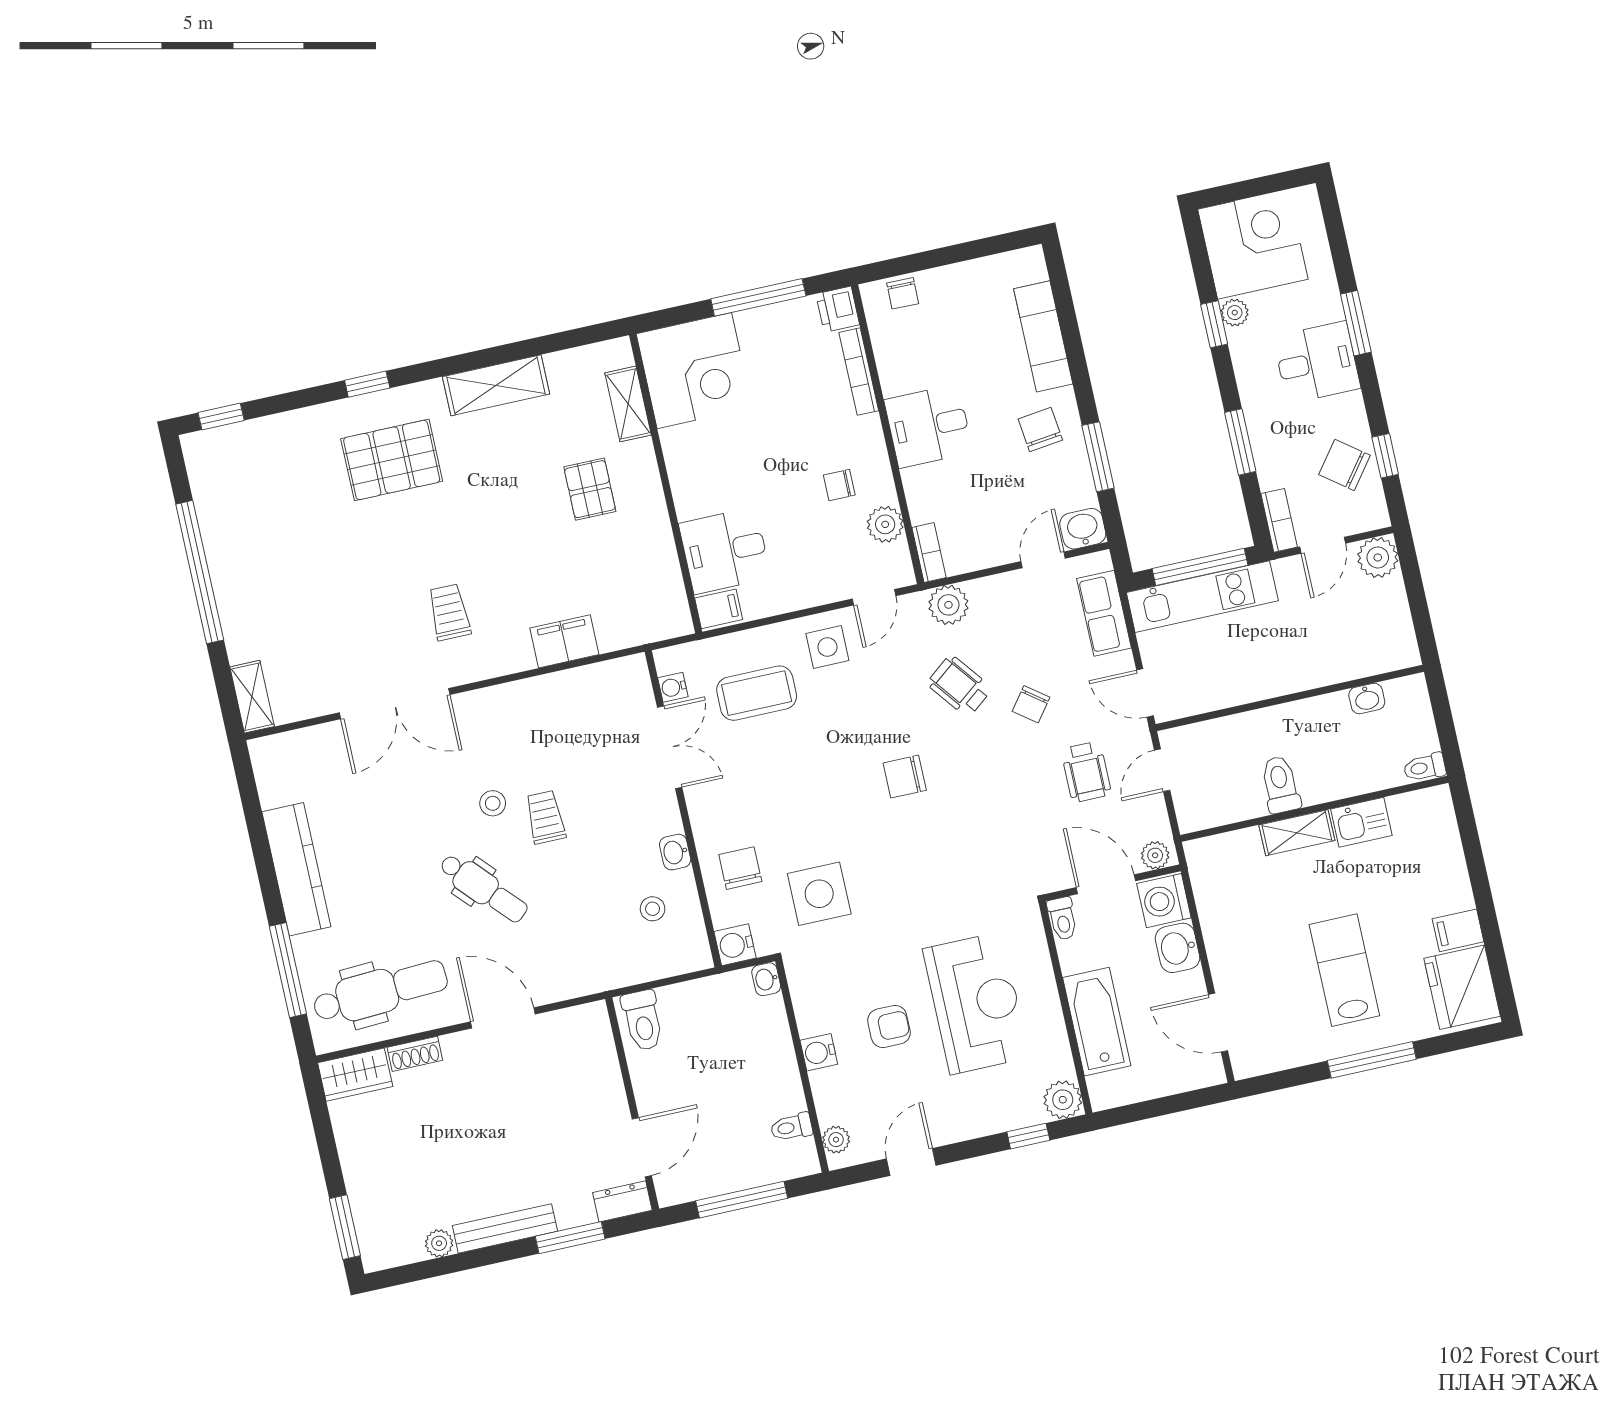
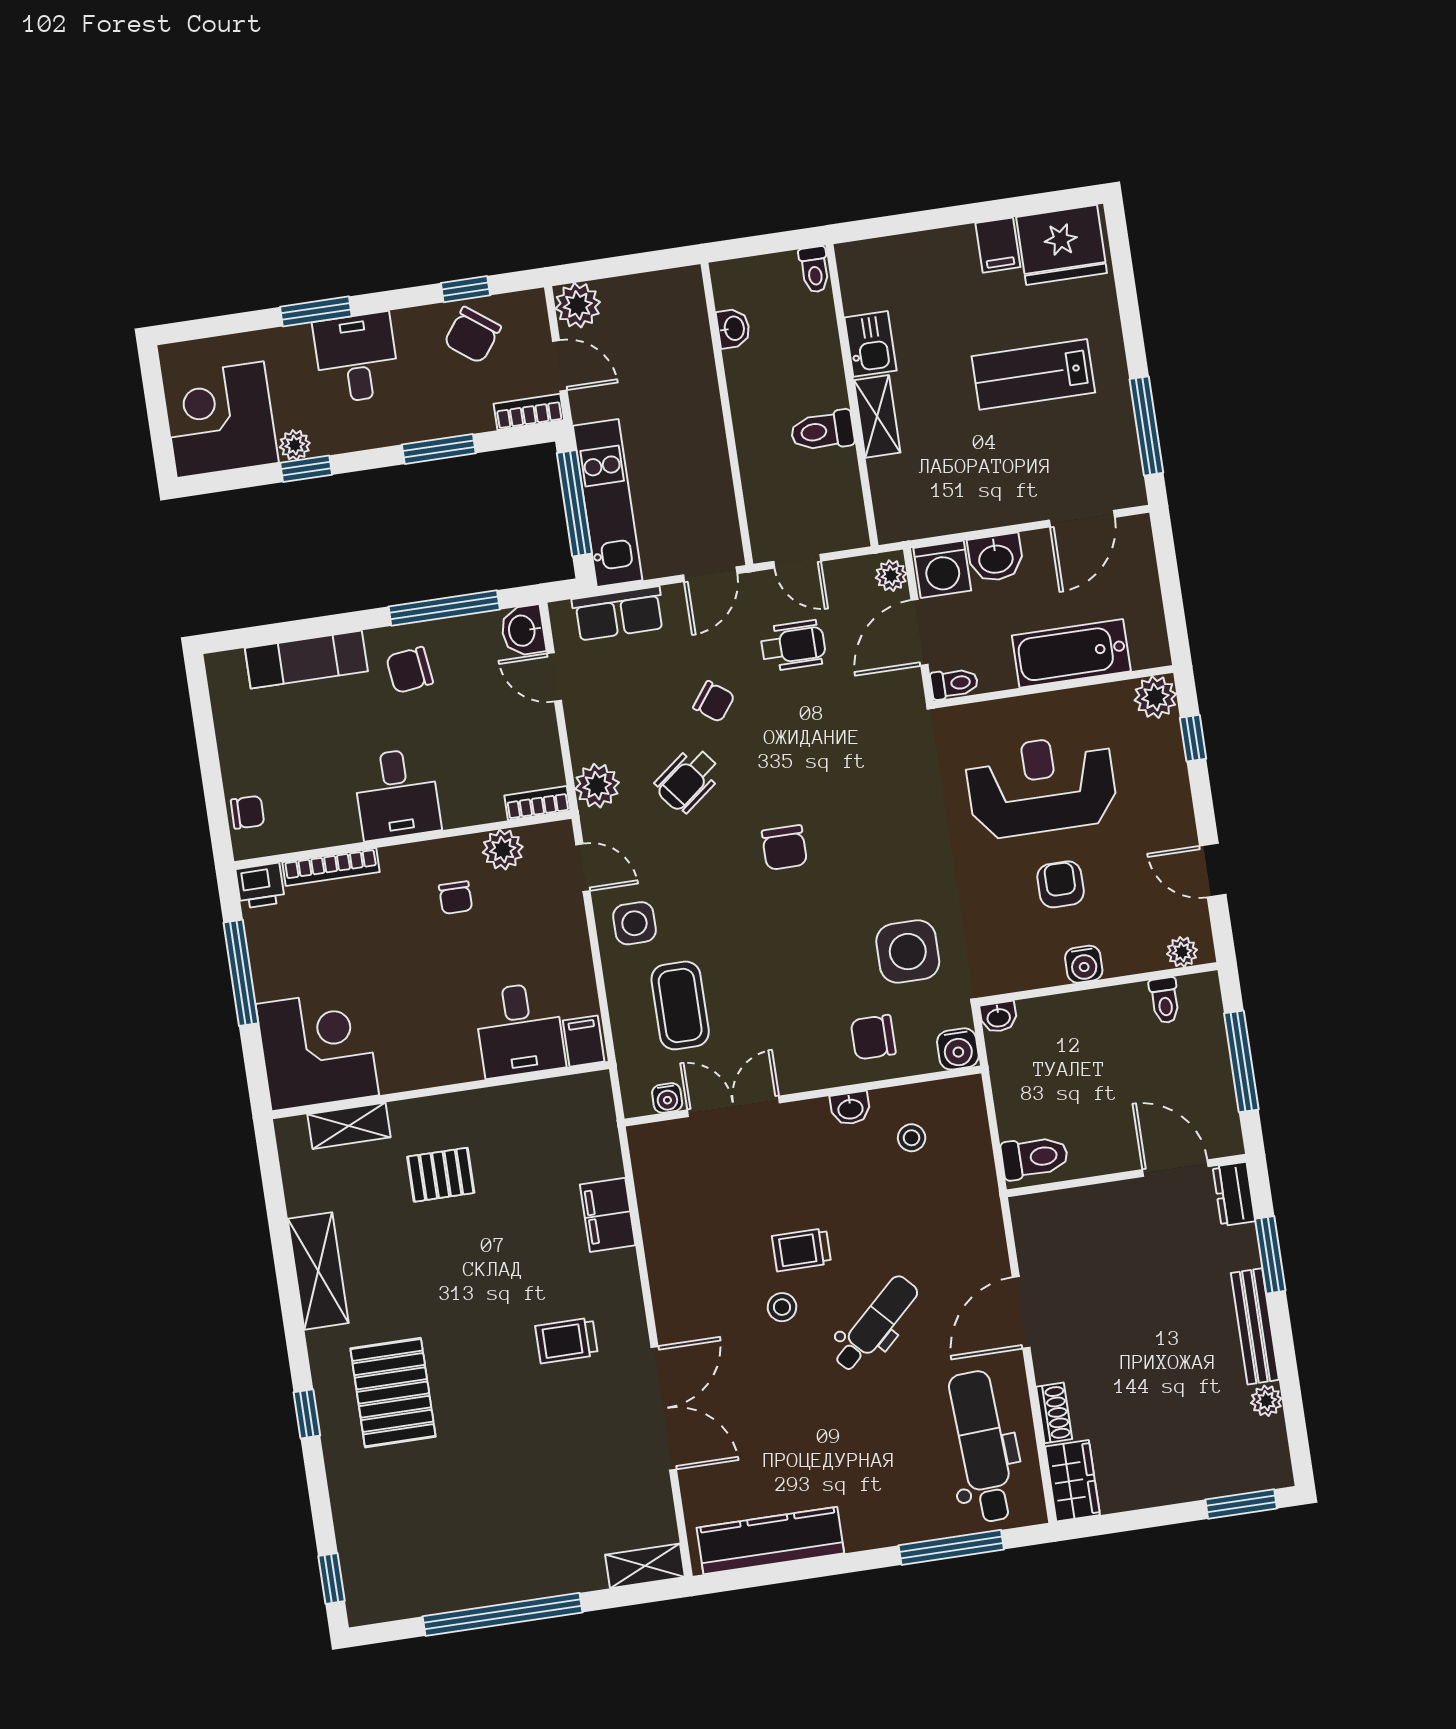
window: (1098, 457) -> (444, 608), width x1.44
kitchen counter: (296, 869) -> (770, 1540), moved
window: (1372, 1060) -> (1146, 426), moved

